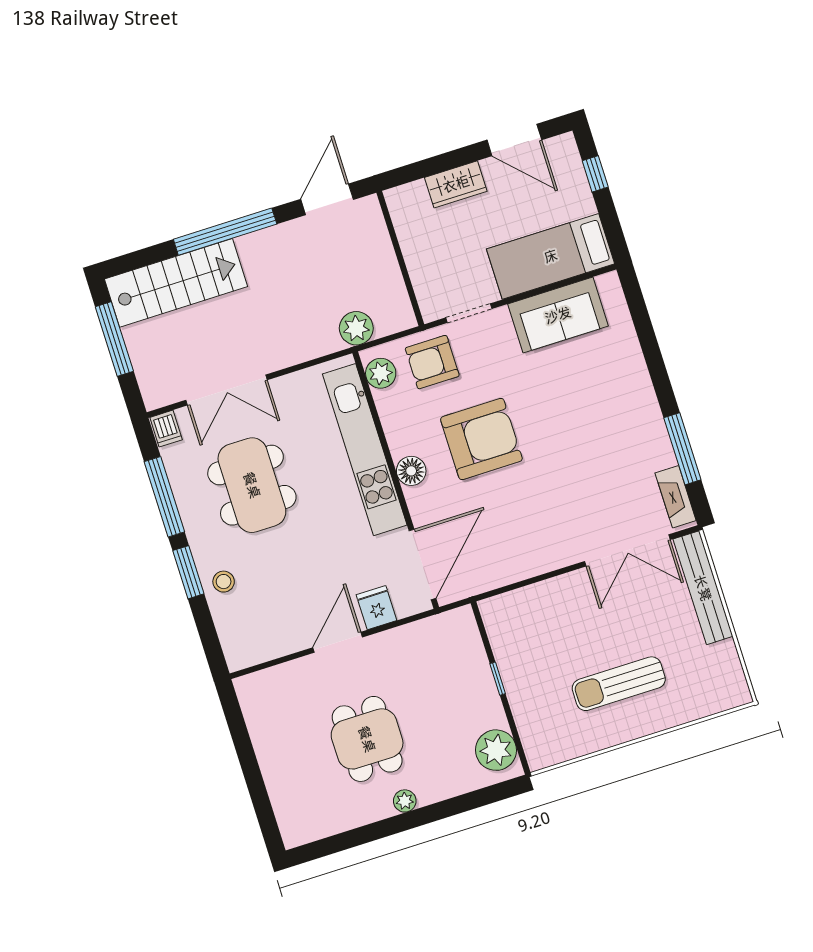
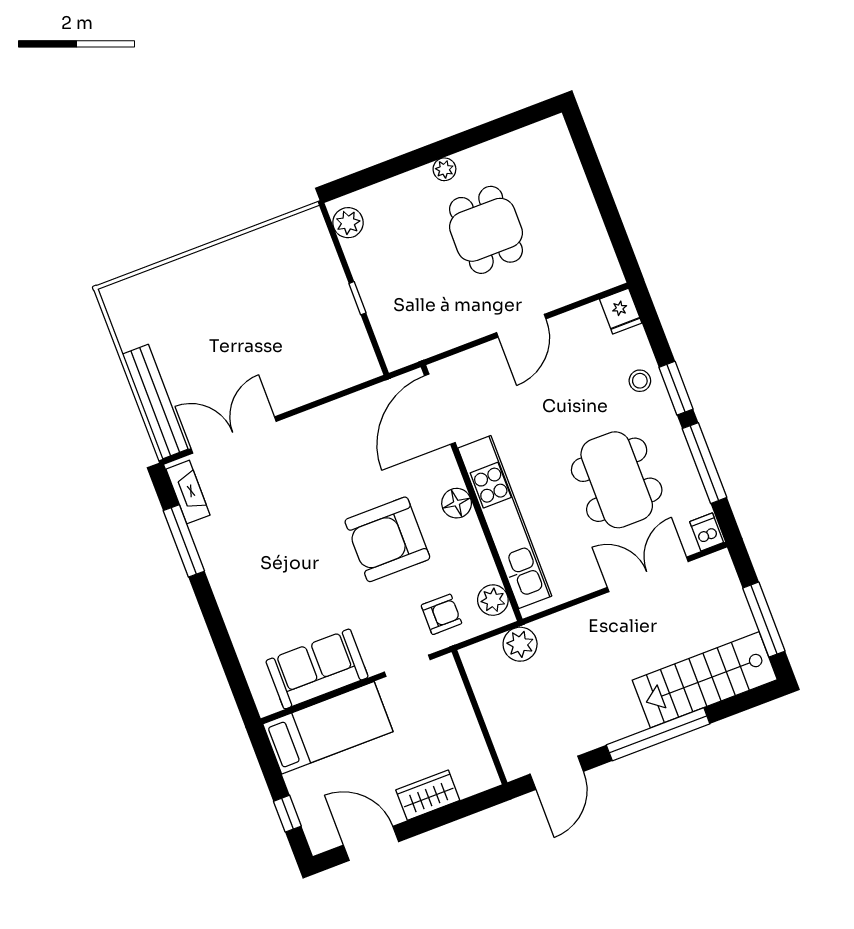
armchair: (432, 362) -> (441, 614), width x0.72, depth x0.72
fridge: (377, 608) -> (621, 311), moved
sun lounger: (619, 684) -> (235, 300), removed
plant: (496, 750) -> (348, 223), width x0.73, depth x0.73

